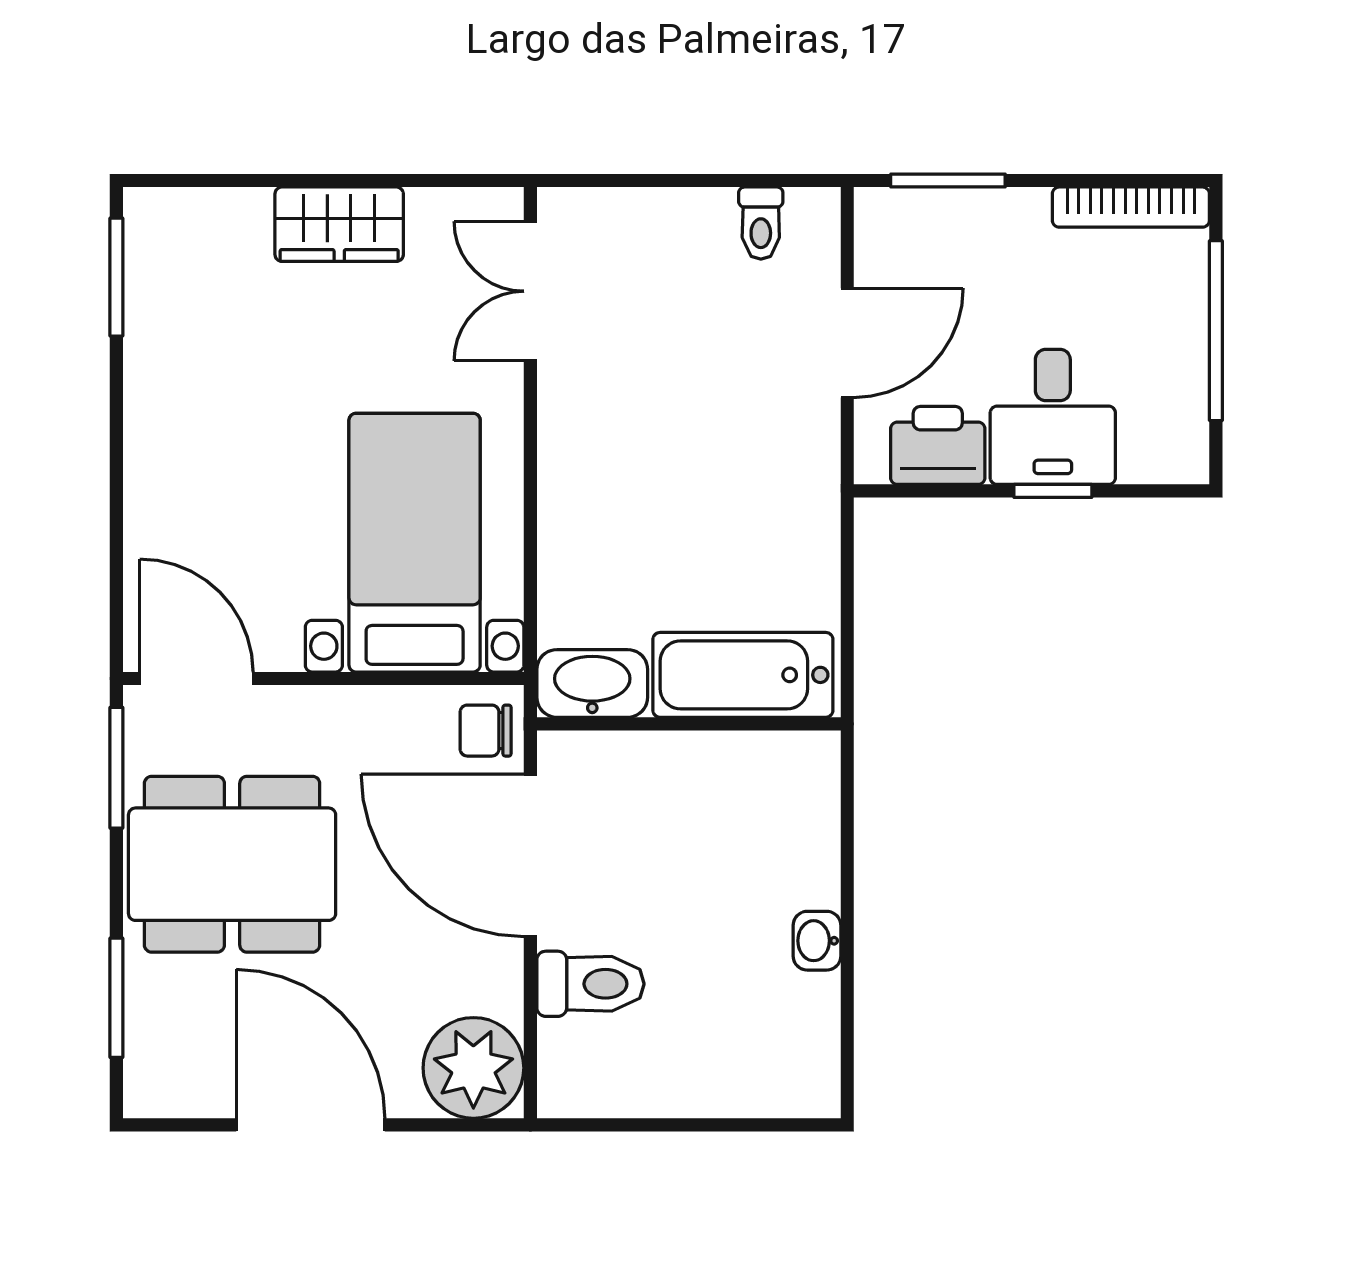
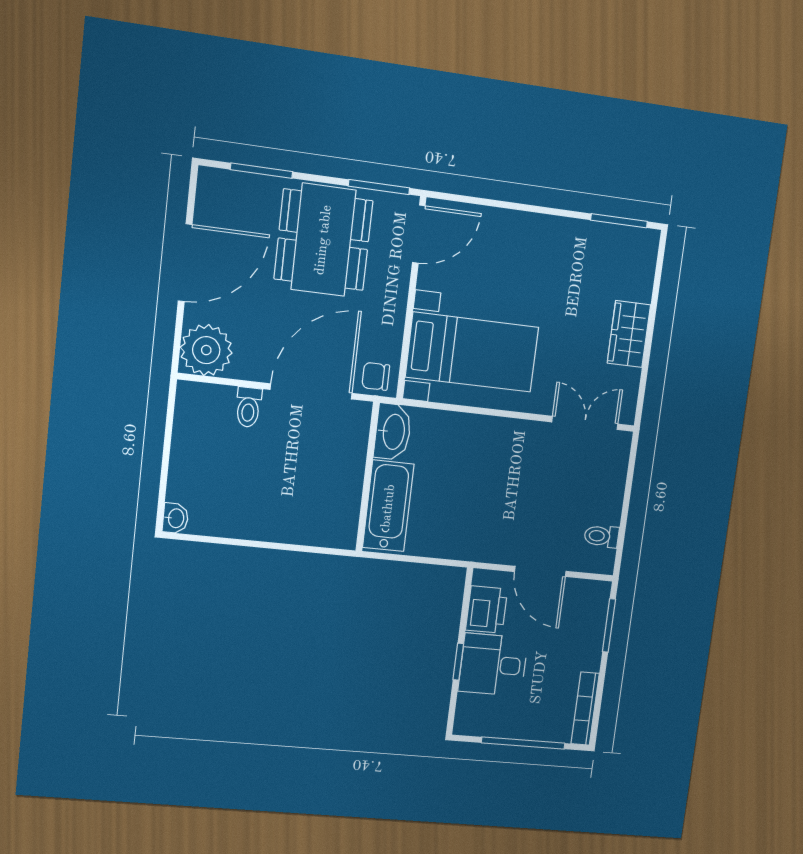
chair: (486, 731) -> (376, 376), turned -90
washbasin: (817, 941) -> (175, 518), moved, turned 90
toilet: (590, 984) -> (248, 407), width x0.73, depth x0.72

